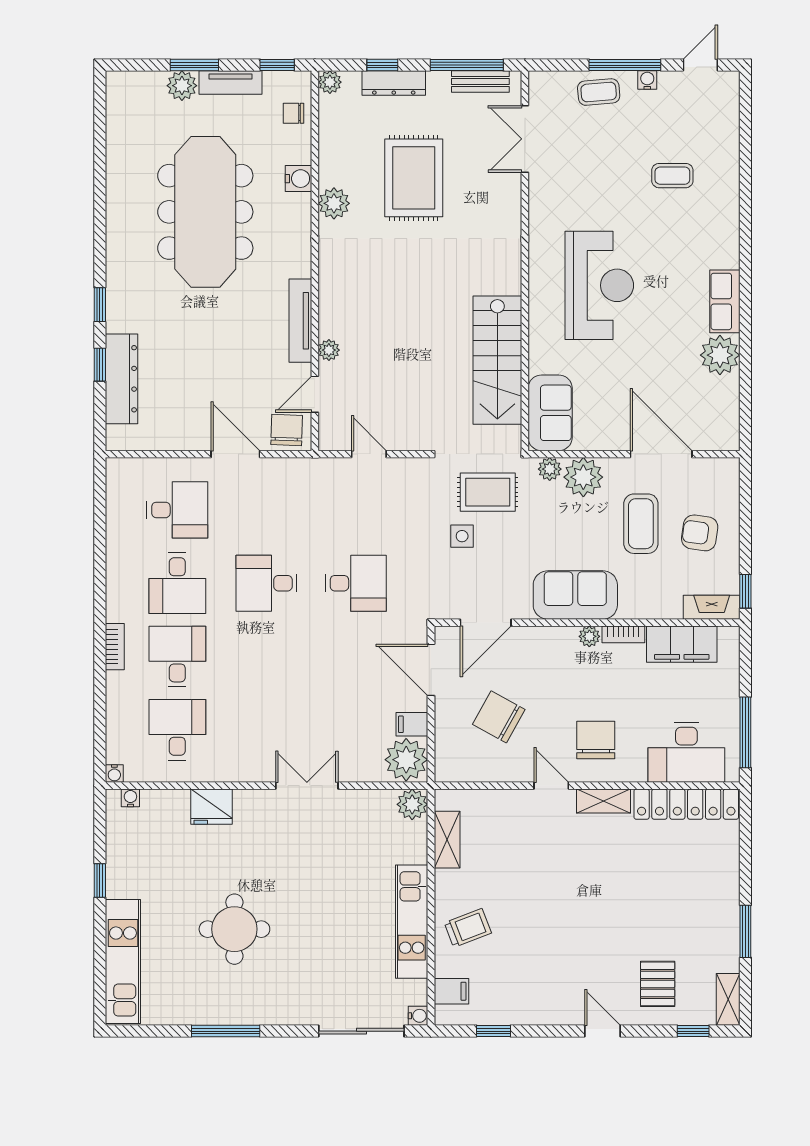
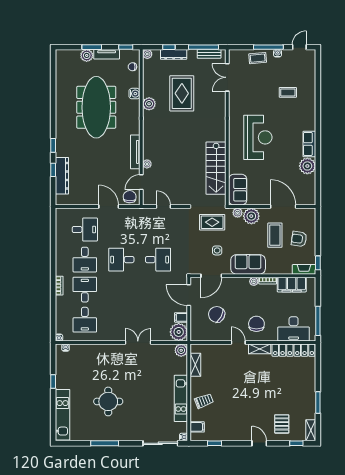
side table: (462, 536) -> (217, 250), moved
desk: (177, 730) -> (85, 320), turned 180
fridge: (211, 807) -> (99, 351), removed

